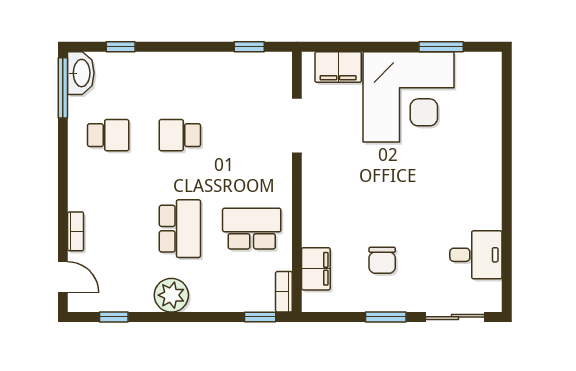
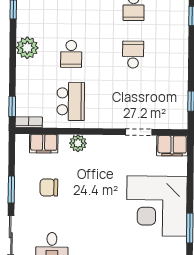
filing cabinet: (338, 67) -> (172, 146), moved, turned -90
doorway: (297, 125) -> (139, 132), width x0.73
plant: (315, 217) -> (78, 143), added
school desk: (180, 229) -> (71, 54), width x0.54

